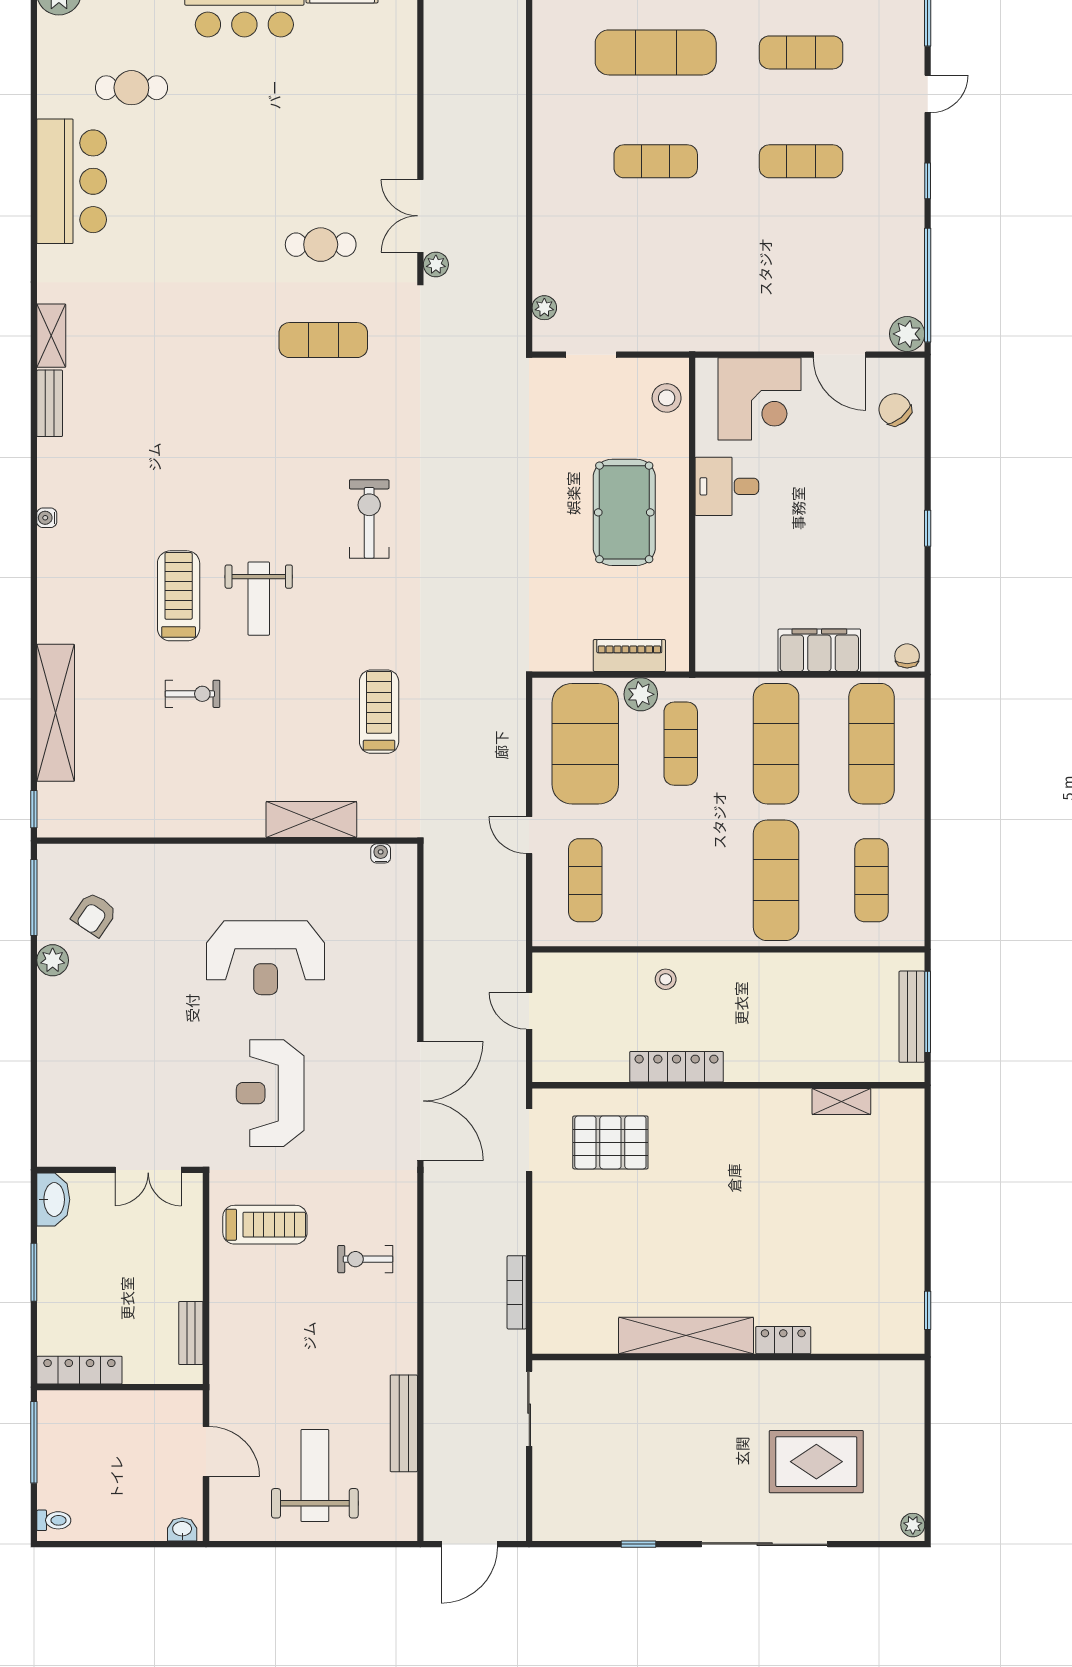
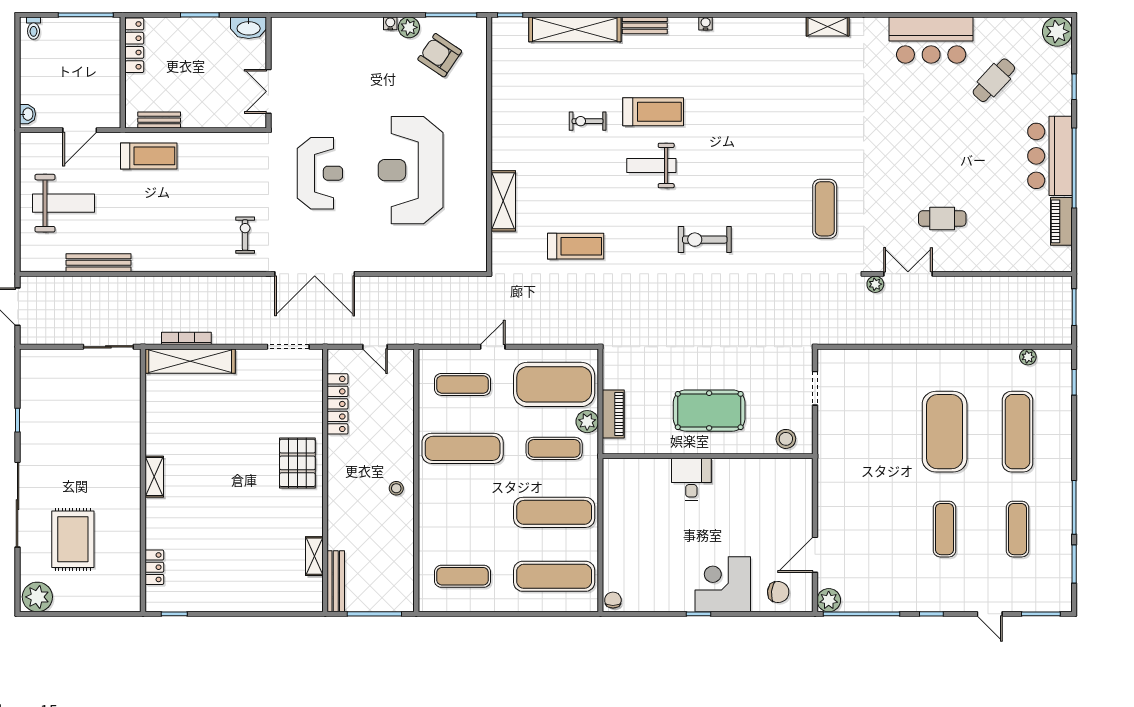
cafe table: (131, 88) -> (994, 80), turned 43
exercise mat: (656, 161) -> (945, 432), width x2.00, depth x1.45
cafe table: (321, 245) -> (942, 218), moved, turned 90
plant: (544, 308) -> (1028, 357), moved
corner desk: (760, 399) -> (723, 584), moved, turned 90
bench: (50, 403) -> (645, 25), moved
chair: (895, 409) -> (778, 592), turned 46
desk: (727, 486) -> (691, 479), moved
exercise bike: (369, 519) -> (705, 240), turned 180
filing cabinet: (819, 650) -> (617, 541), removed
chair: (907, 656) -> (613, 600), turned -90
exercise bike: (192, 694) -> (588, 121), turned 90
water cooler: (381, 853) -> (390, 23), moved, turned -90
exercise mat: (776, 880) -> (463, 448), moved
armchair: (94, 914) -> (440, 55), width x1.38, depth x1.38
reception desk: (266, 958) -> (411, 170), width x1.36, depth x1.30
stool: (666, 979) -> (396, 488), moved
door: (529, 1011) -> (375, 347), swing flipped
bench: (912, 1017) -> (336, 581), moved, turned 90
locker: (677, 1067) -> (338, 404), moved
reception desk: (270, 1093) -> (320, 173), turned 90
pallet: (610, 1142) -> (297, 463), moved
treadmill: (265, 1225) -> (149, 156), moved, turned -90
exercise bike: (365, 1259) -> (245, 235), moved
shelving: (550, 1287) -> (190, 361), added
shelving: (686, 1336) -> (154, 477), width x0.45, depth x0.75
locker: (783, 1340) -> (154, 567), moved
plant: (913, 1525) -> (37, 597), width x1.88, depth x1.88

